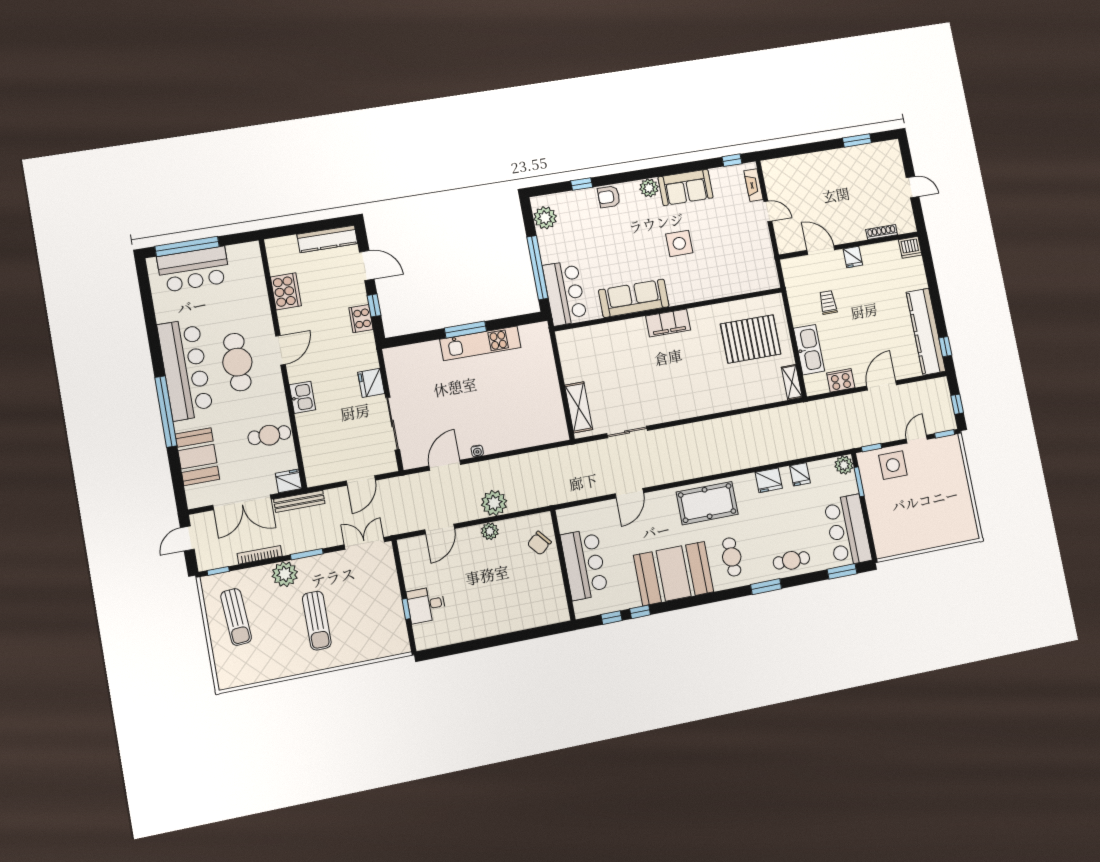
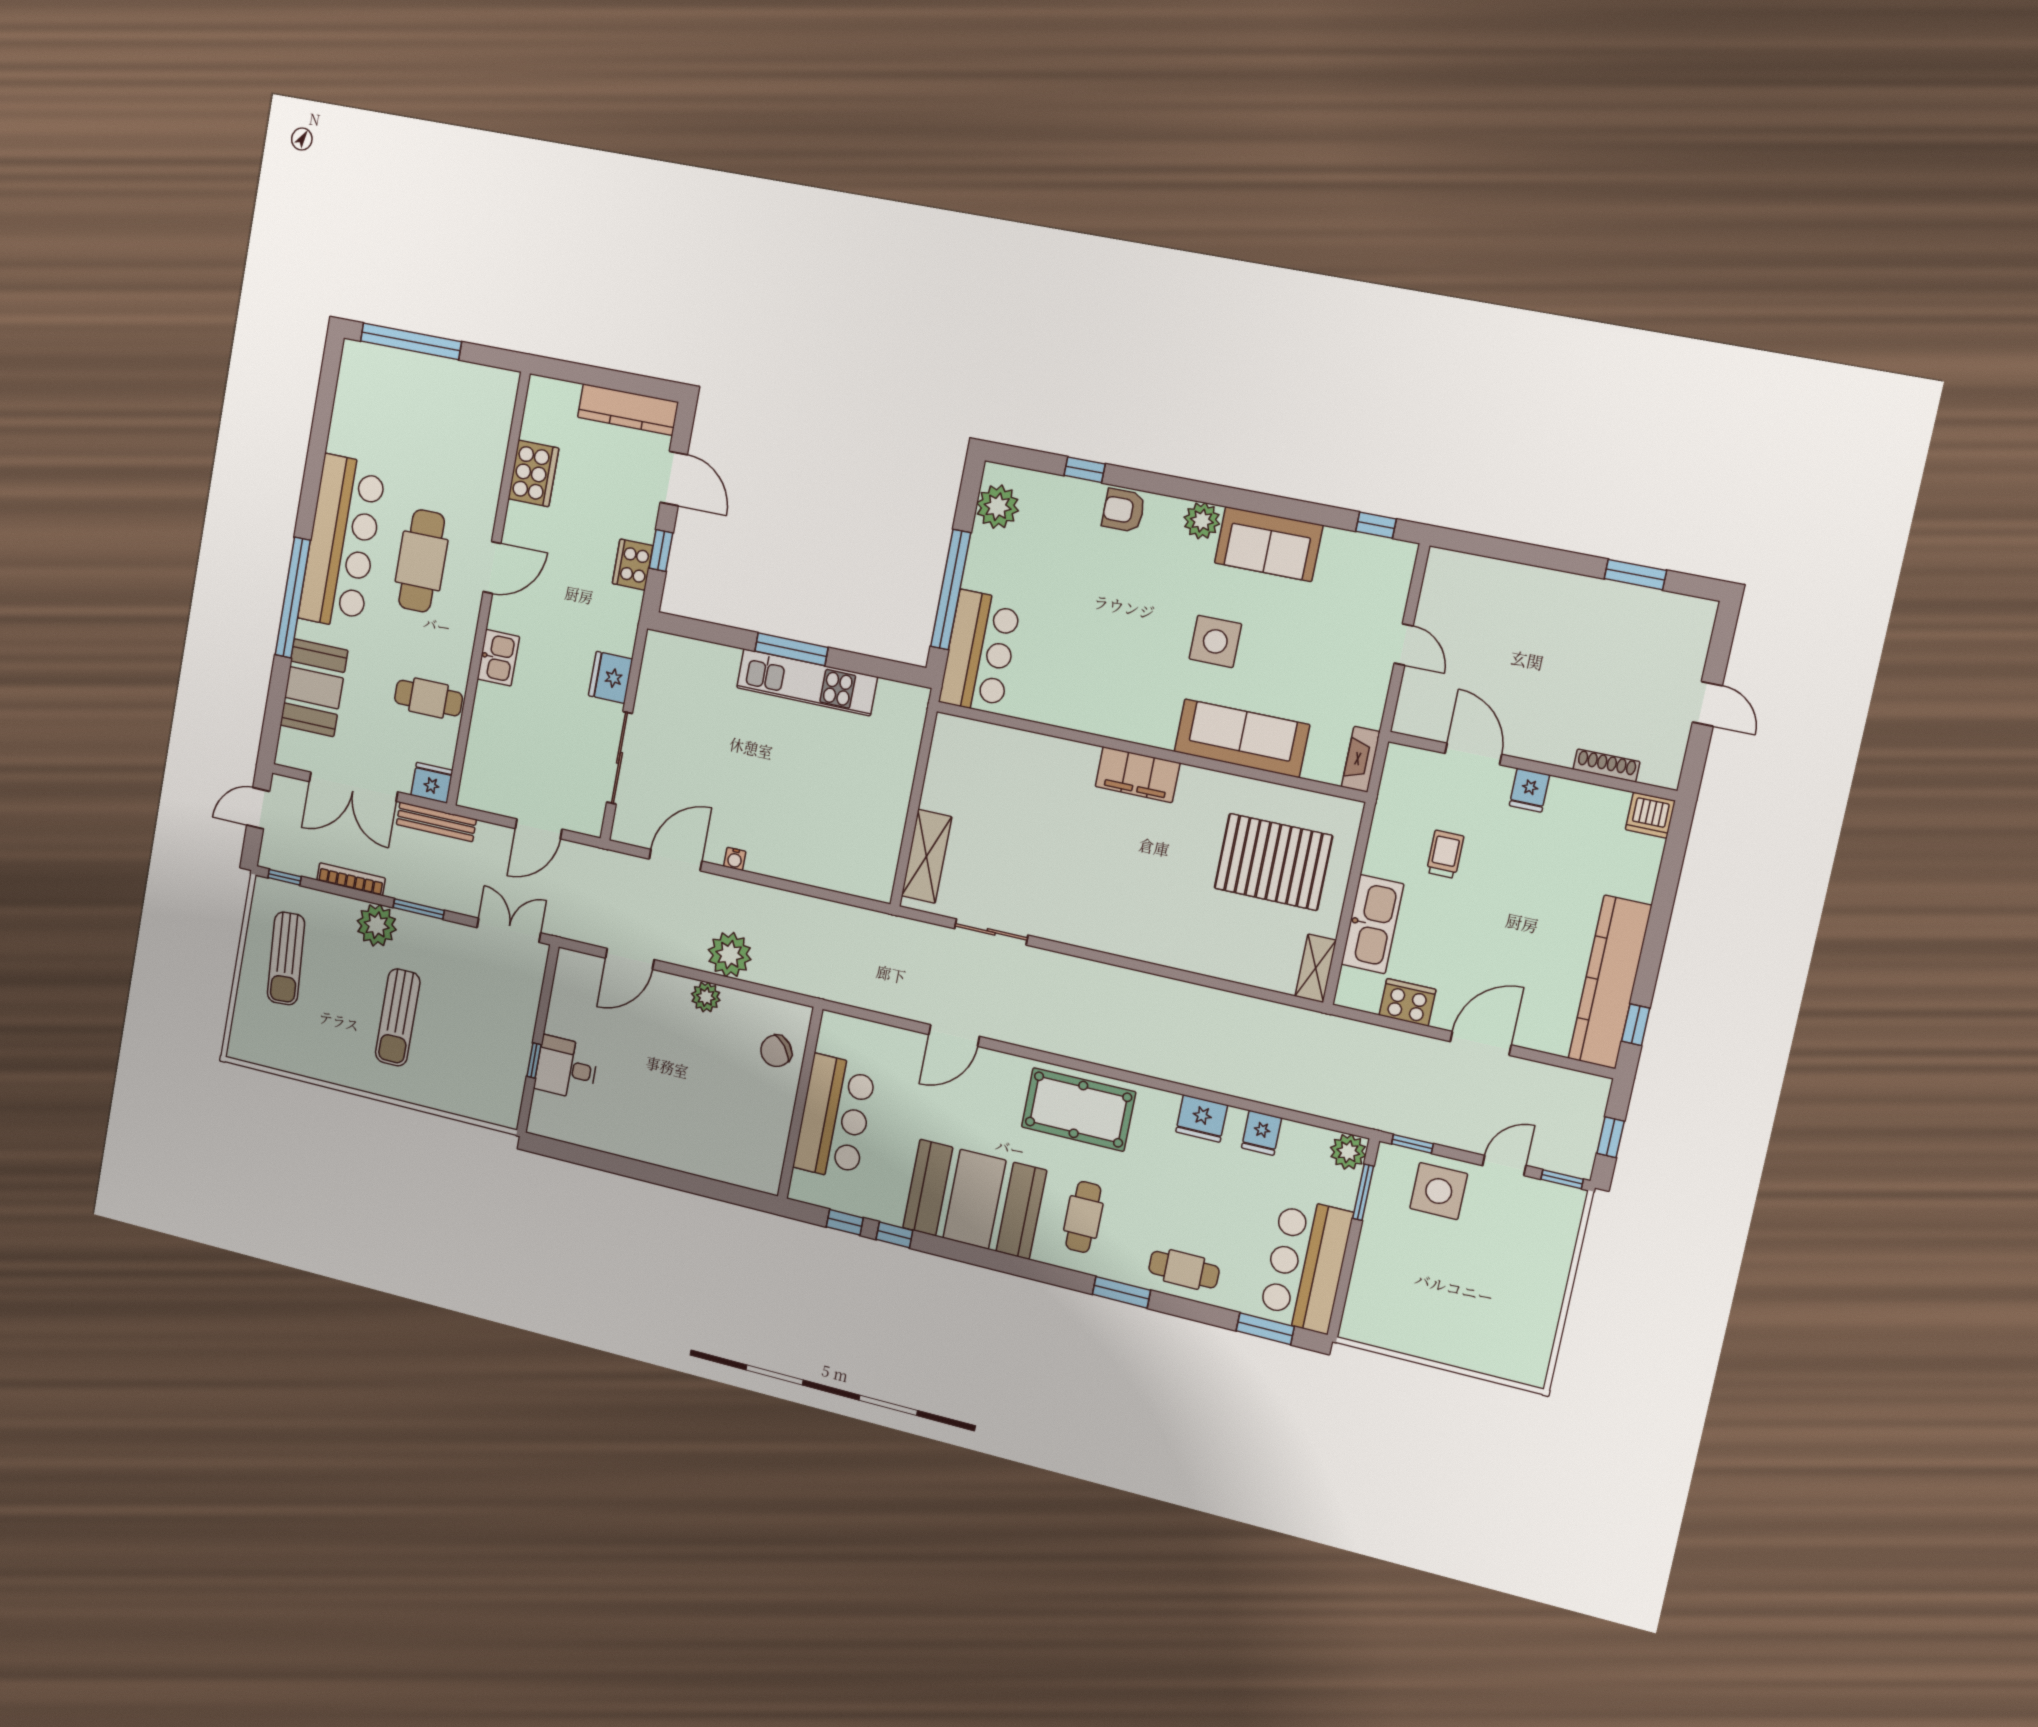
fireplace: (754, 185) -> (1361, 759), moved
bar counter: (194, 269) -> (408, 383), removed
sofa: (634, 298) -> (1242, 738), moved

